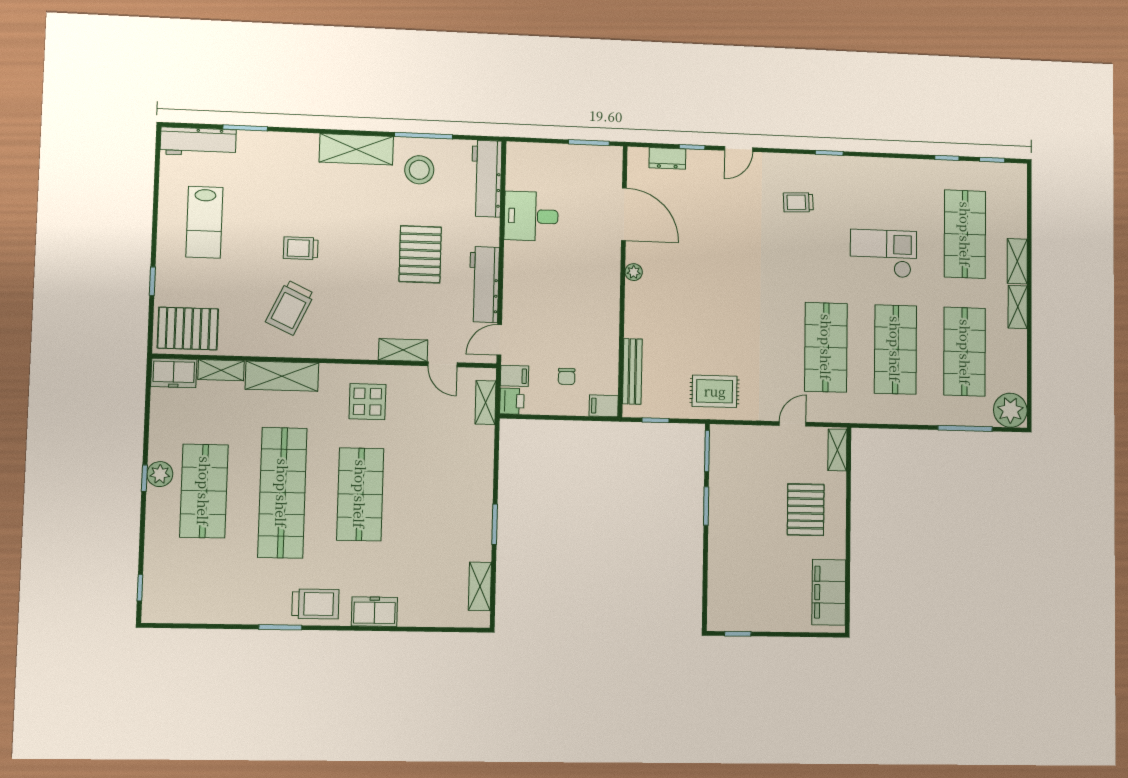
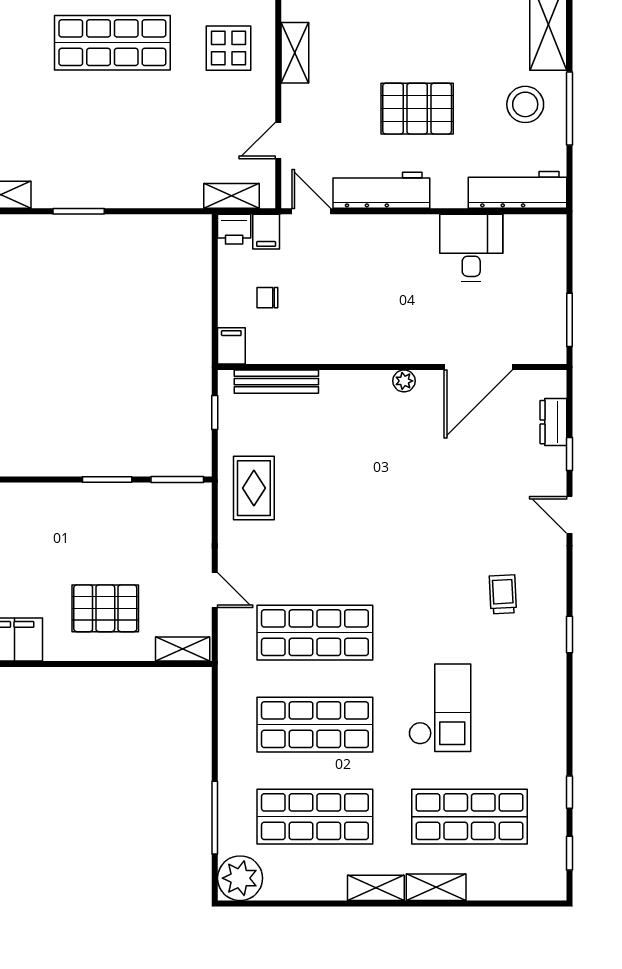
shelving: (403, 350) -> (295, 53), moved

